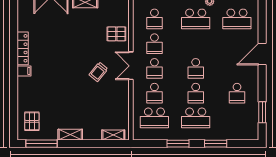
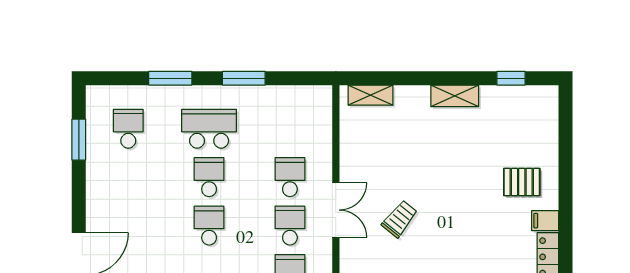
double door: (131, 66) -> (336, 210), moved
school desk: (237, 93) -> (128, 129), moved
school desk: (154, 118) -> (290, 129), removed
pallet: (32, 121) -> (522, 182), moved, turned 90
window: (42, 144) -> (511, 78), width x0.46

